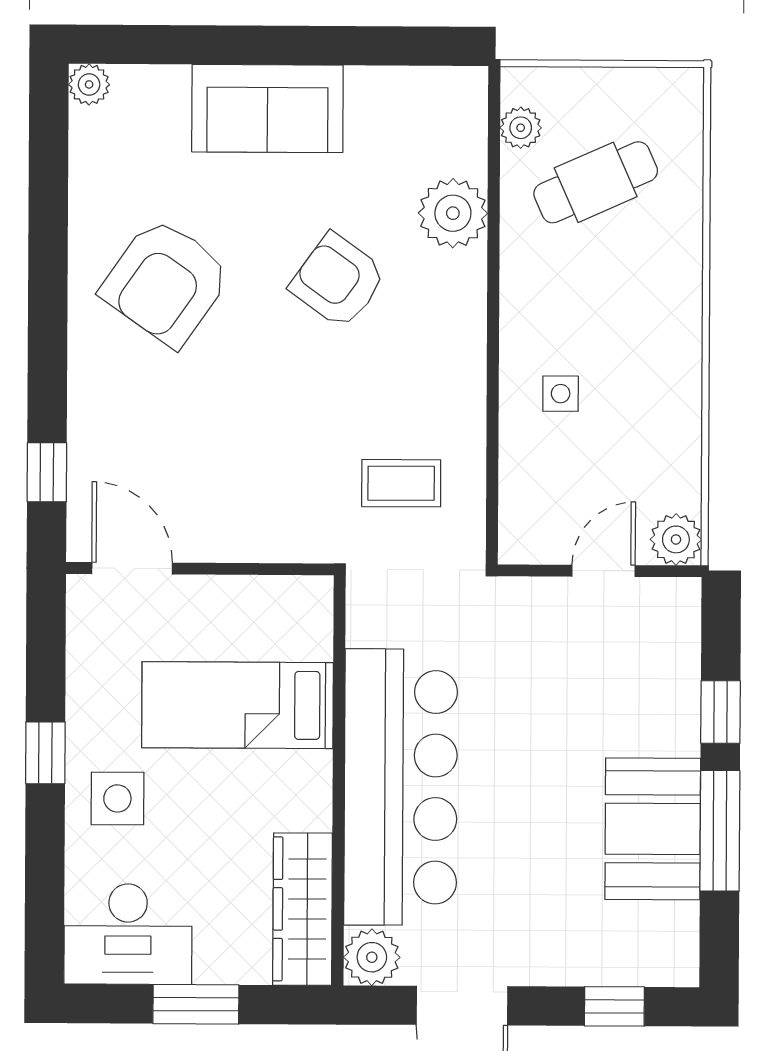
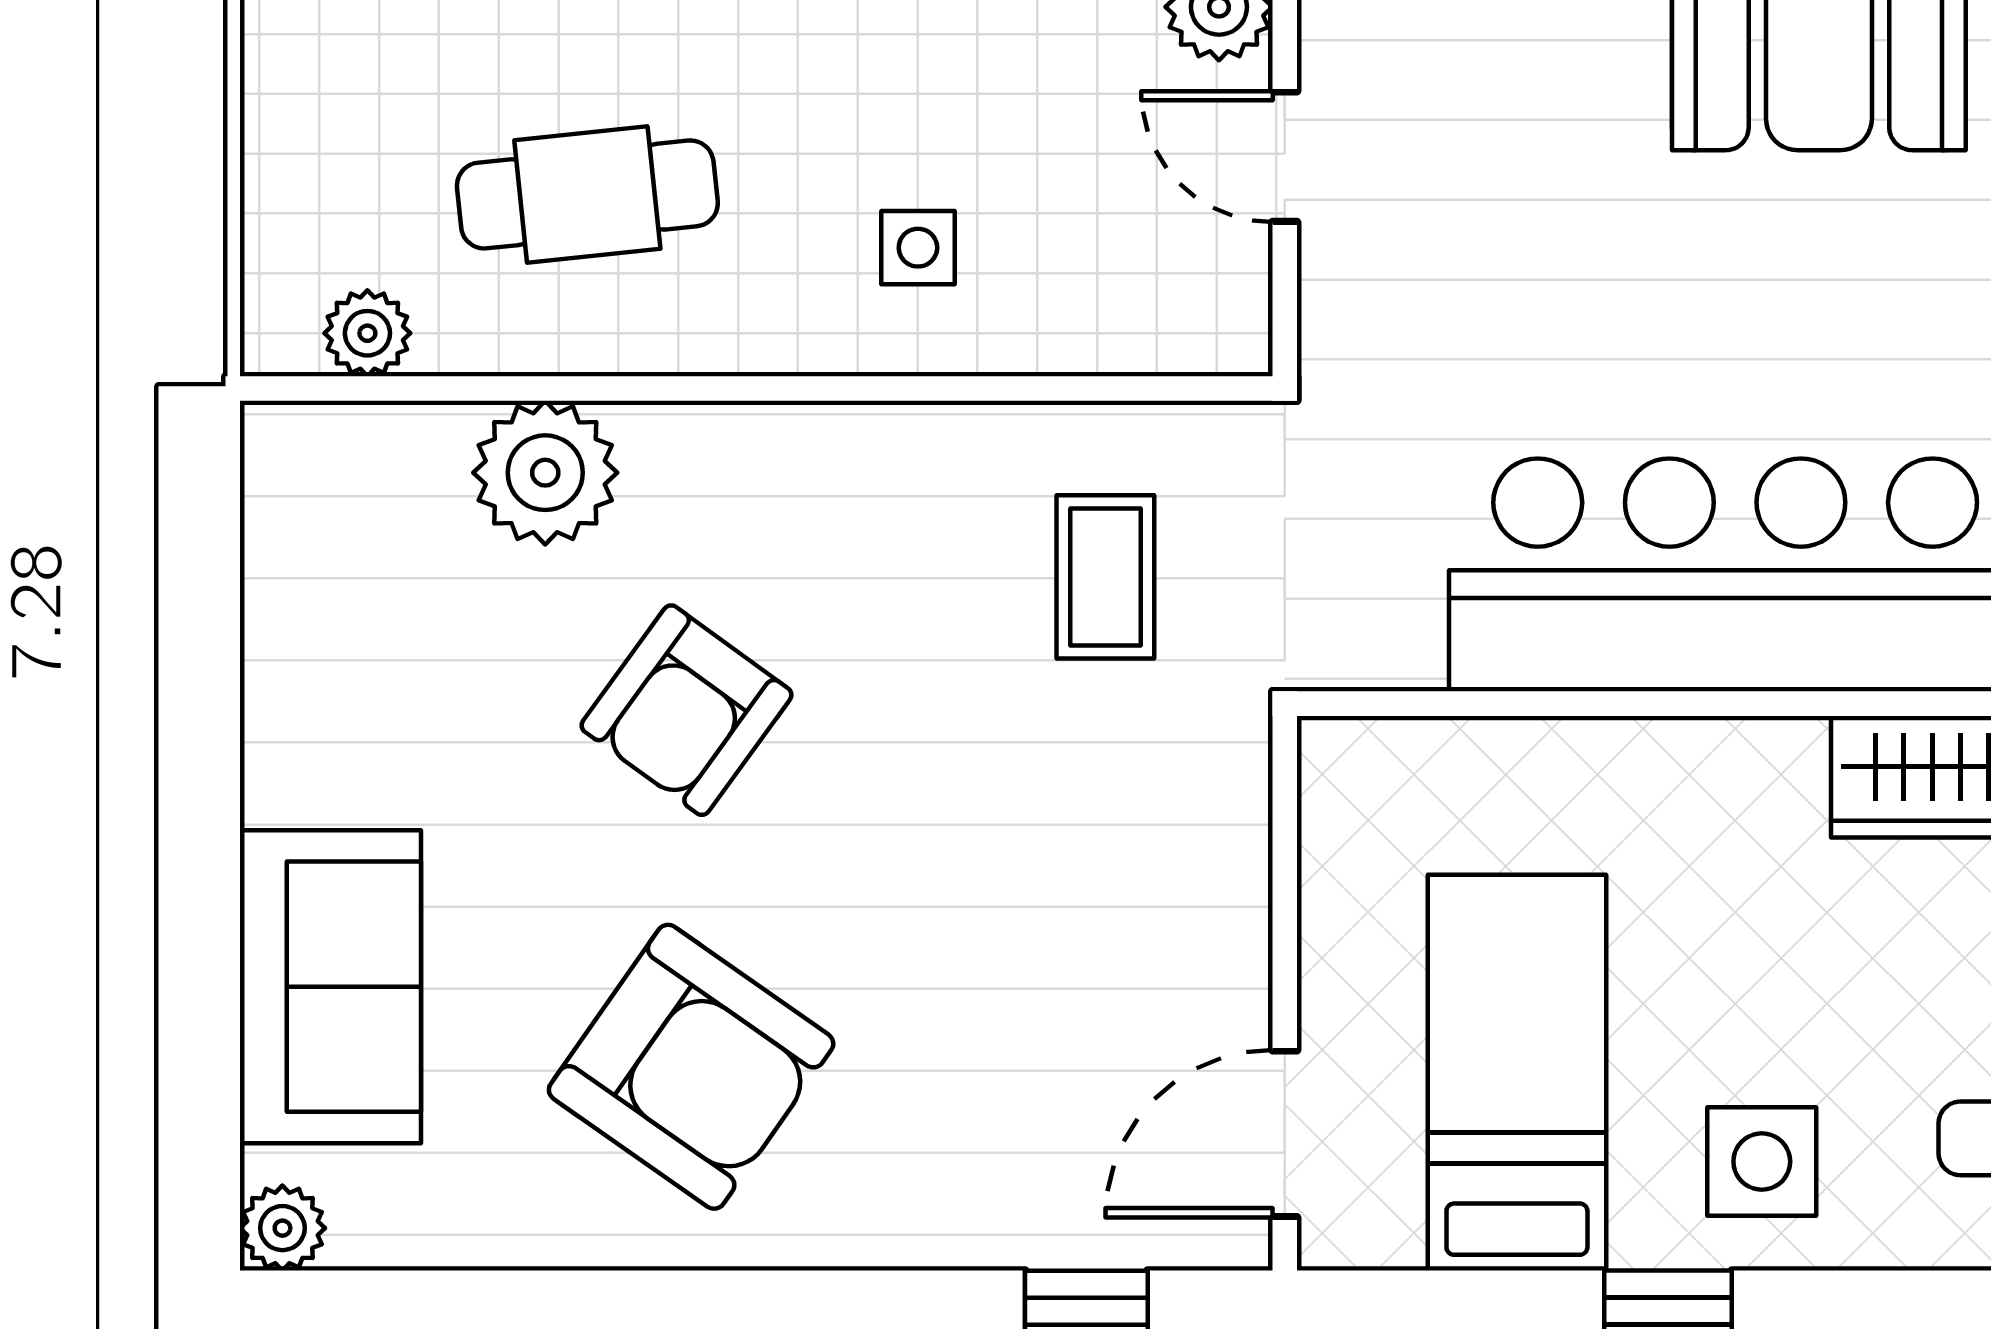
sofa: (267, 109) -> (330, 987), moved
cafe table: (596, 182) -> (587, 194), moved, turned -72
bed: (237, 705) -> (1517, 1073), moved, turned 180

